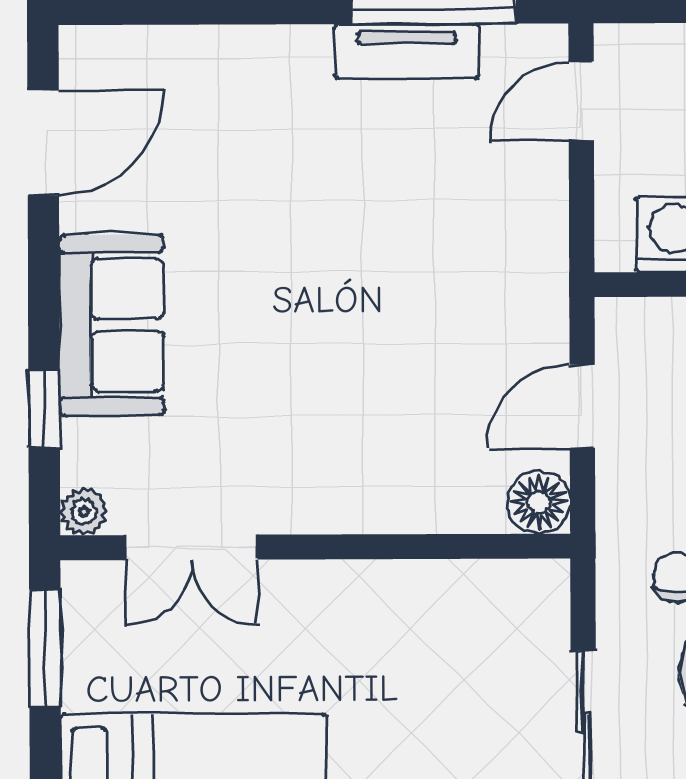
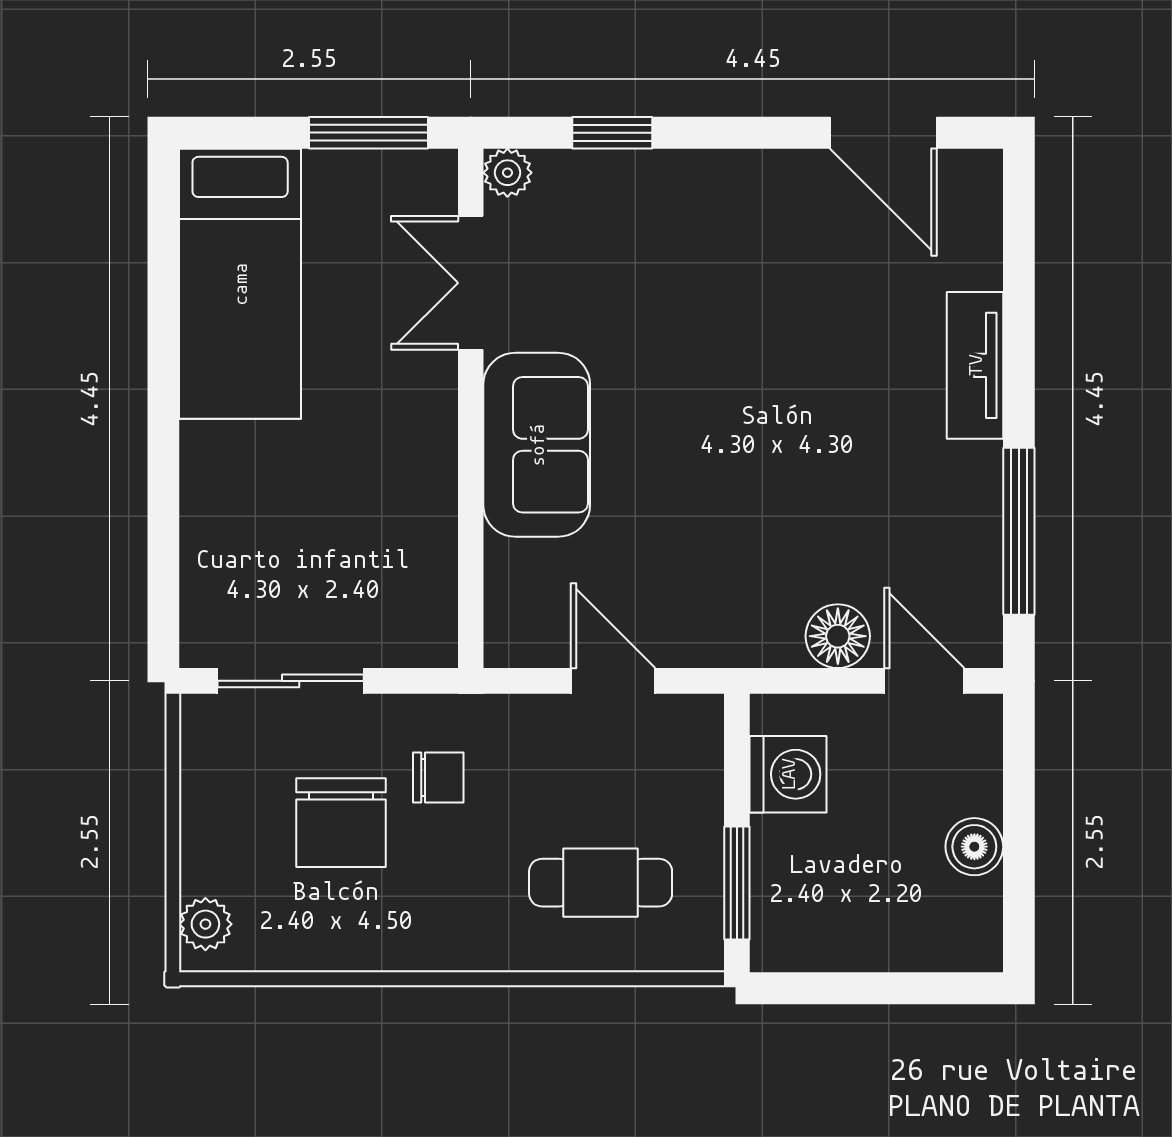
tv unit: (407, 52) -> (975, 365), moved
sofa: (112, 325) -> (537, 445), moved, turned -90
floor lamp: (539, 502) -> (838, 636), moved

